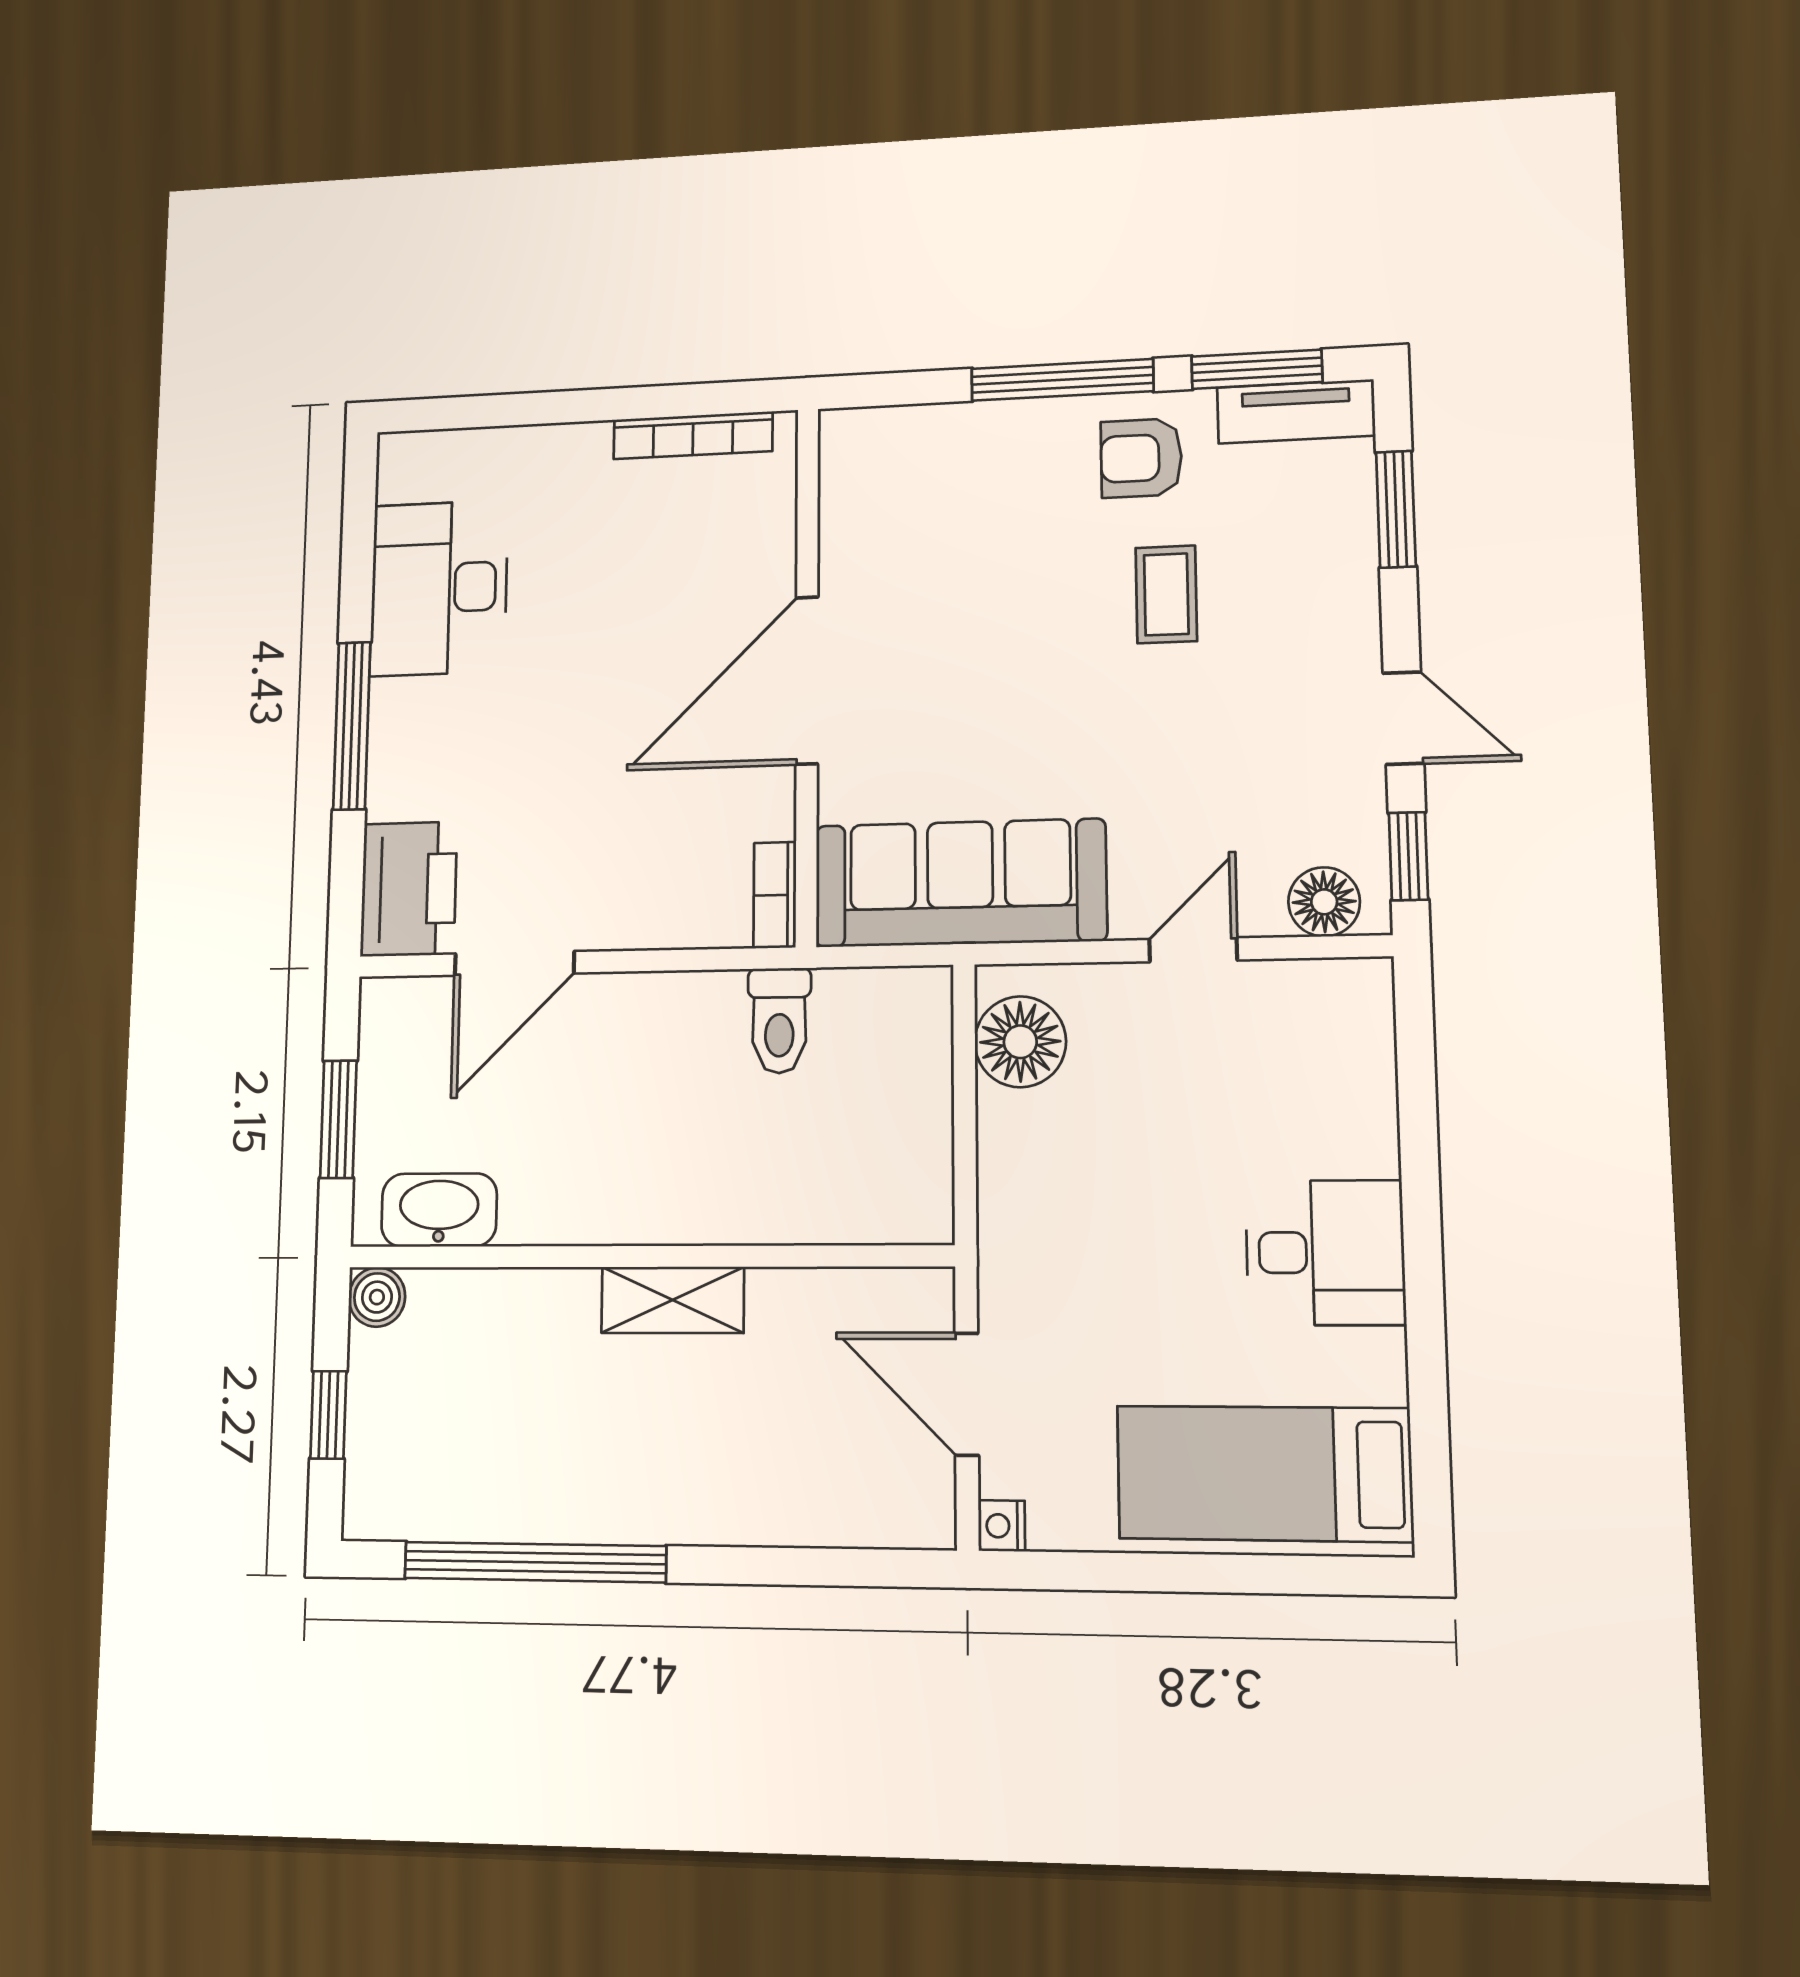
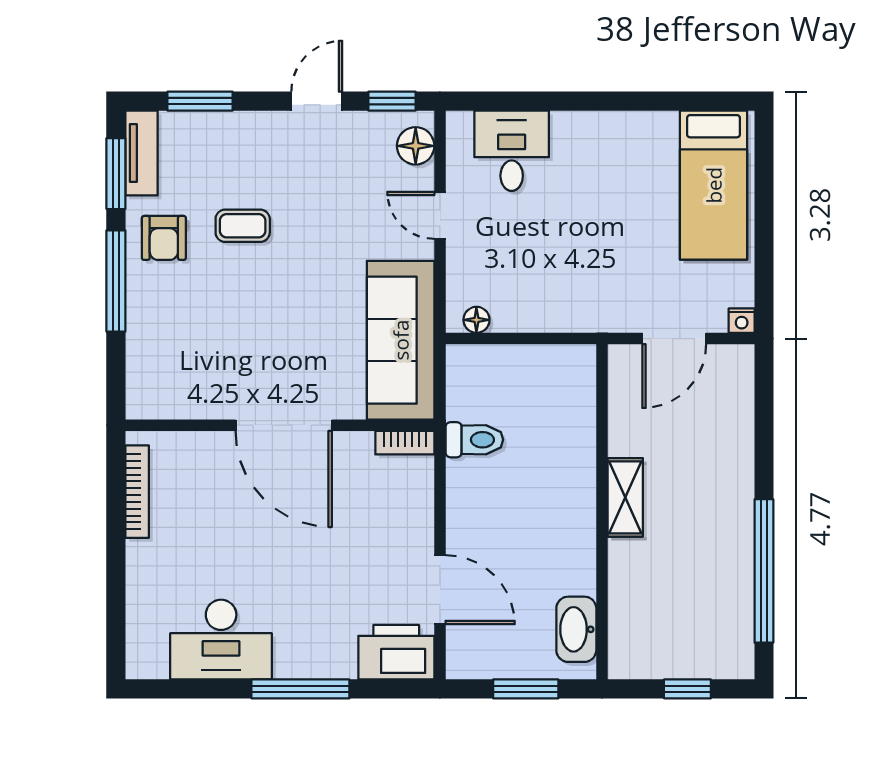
floor lamp: (1020, 1042) -> (476, 320), width x0.53, depth x0.53
desk: (1325, 1252) -> (512, 151), moved
boiler: (377, 1297) -> (624, 663), removed

